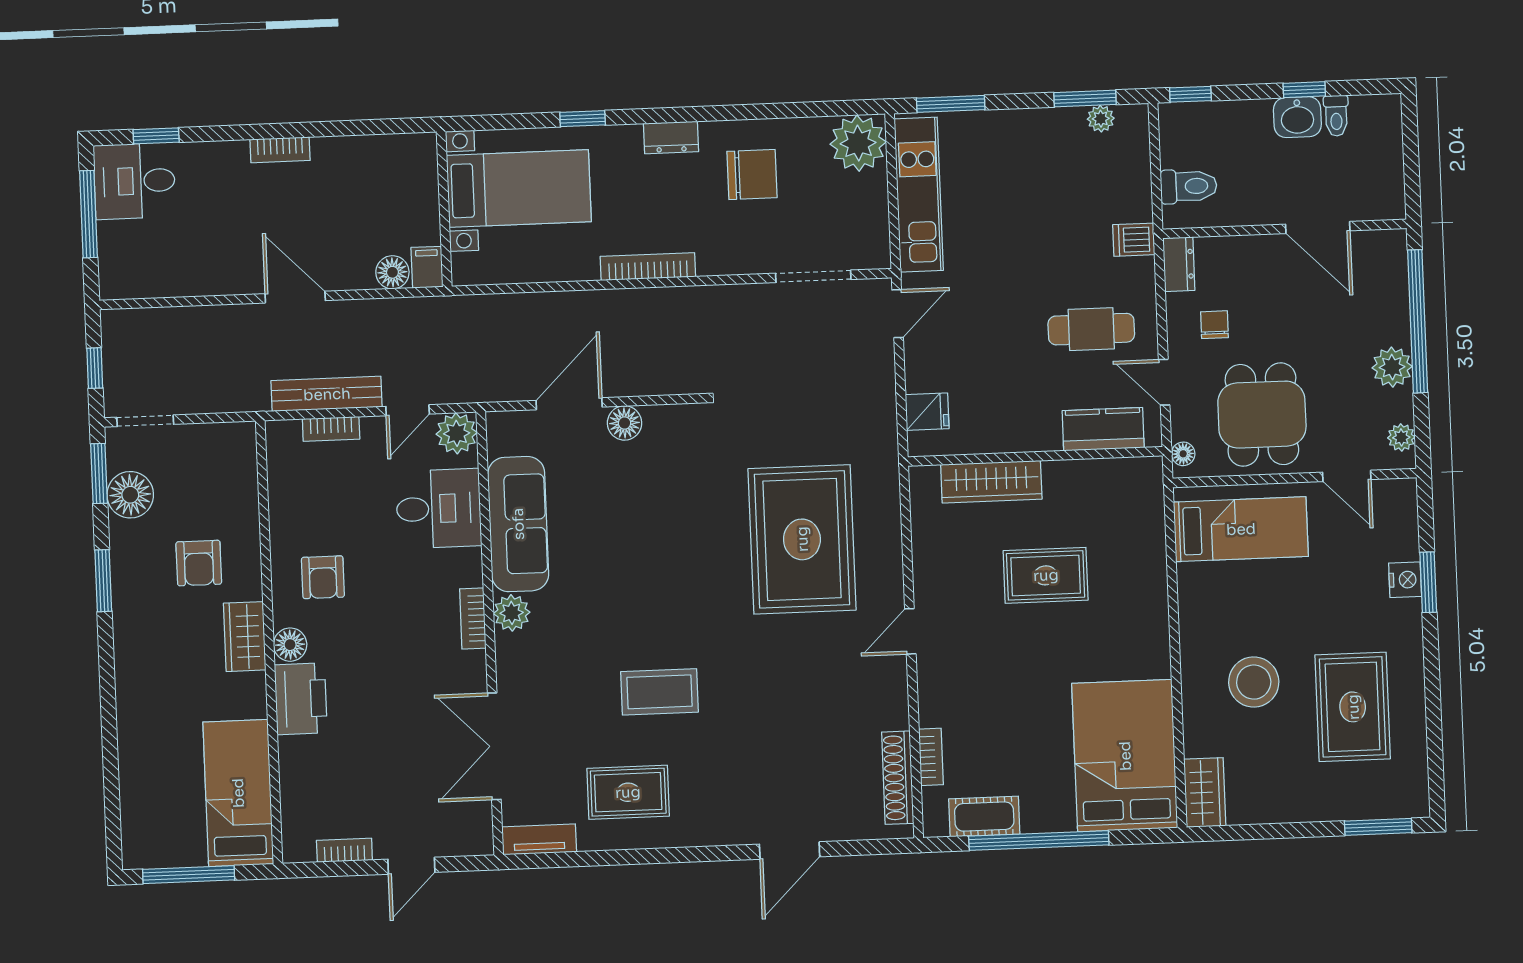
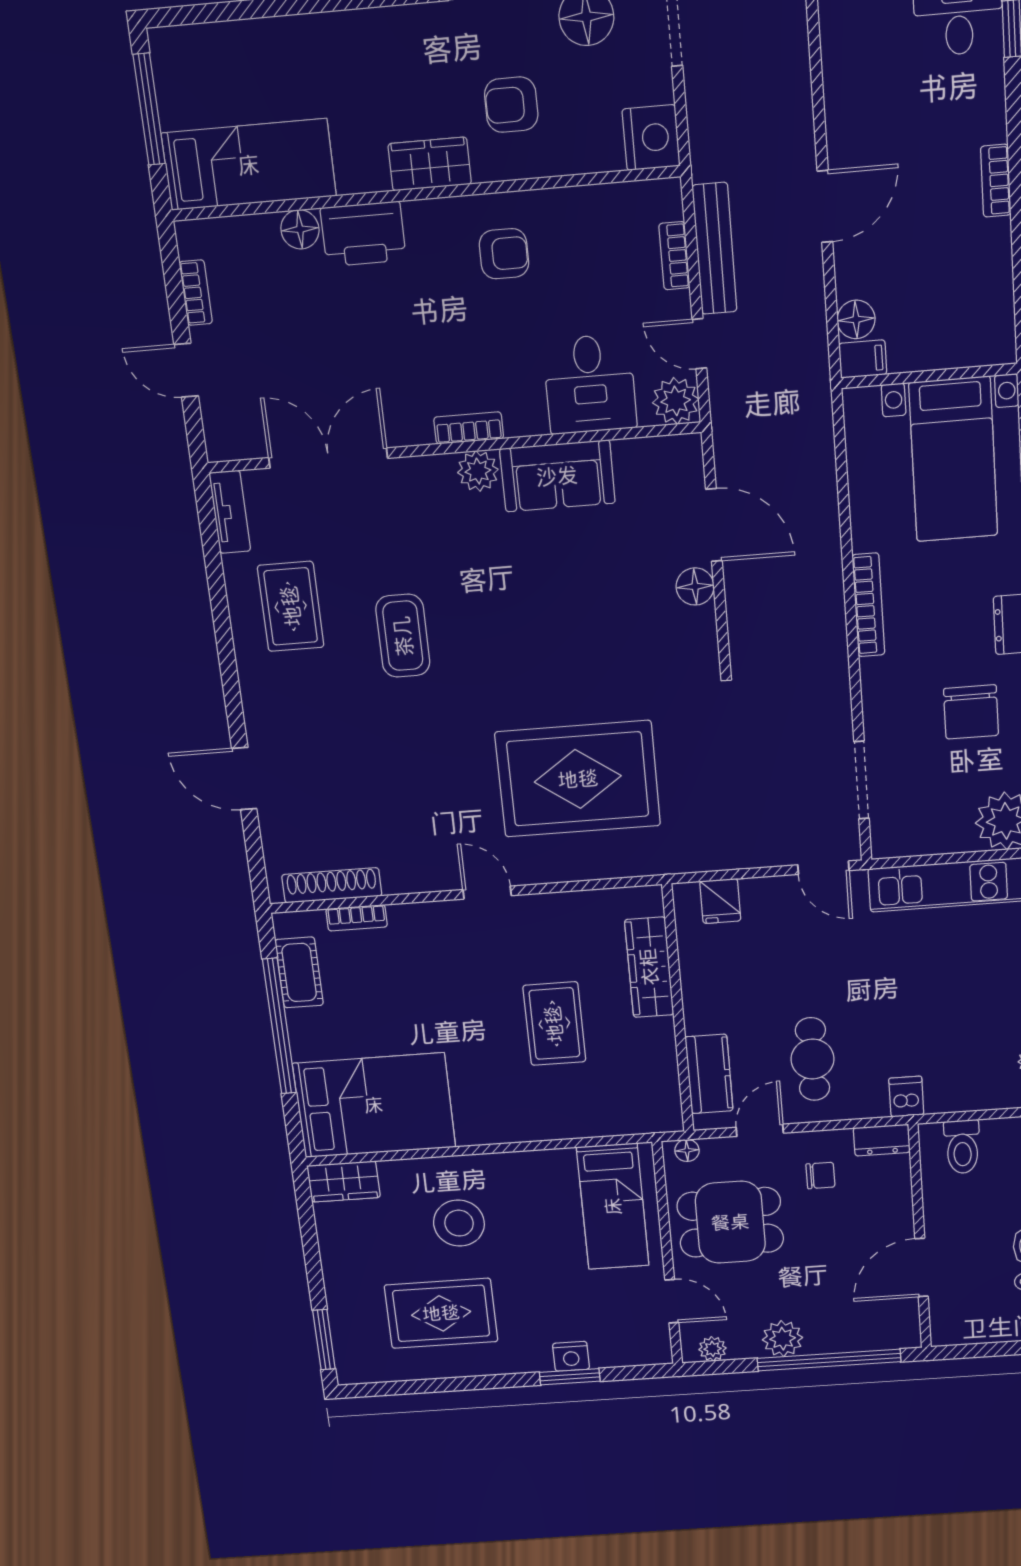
nightstand: (231, 445) -> (651, 138), added
door: (1347, 476) -> (672, 1301), swing flipped
sofa: (518, 524) -> (557, 476), width x0.73
armchair: (323, 577) -> (504, 254), turned 180
floor lamp: (290, 645) -> (300, 229), moved

